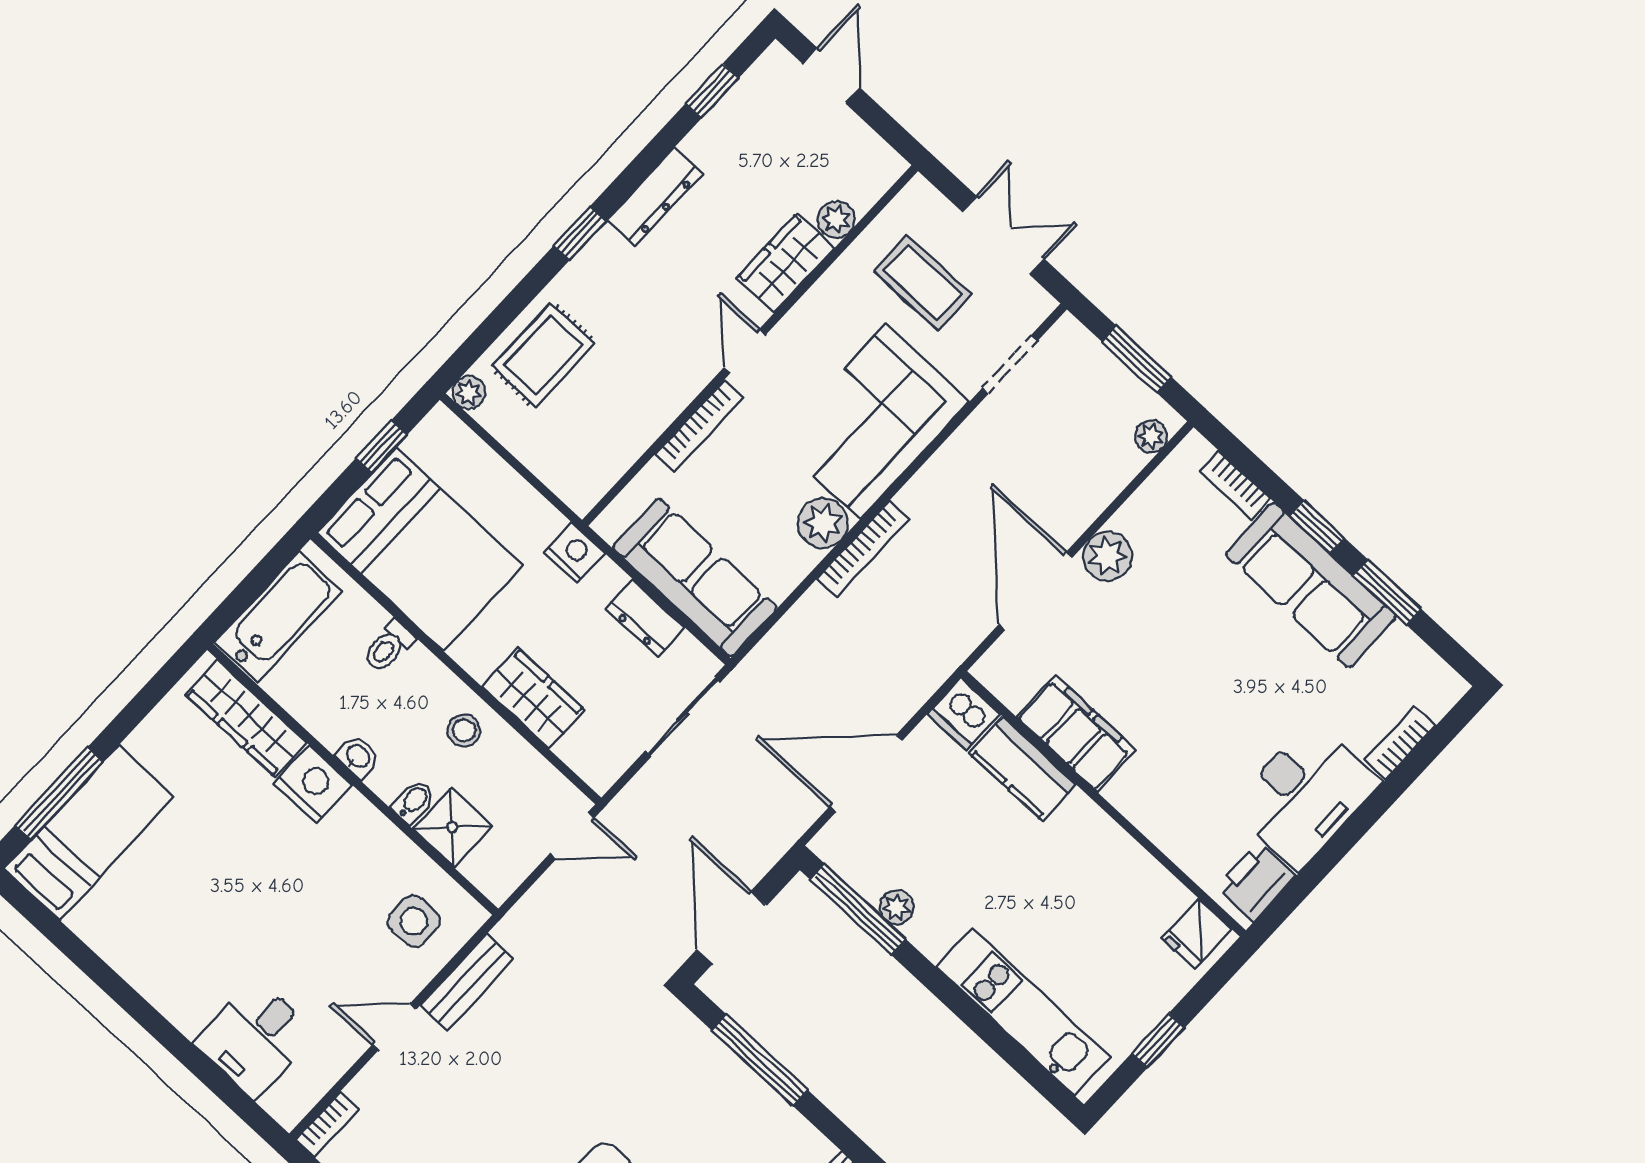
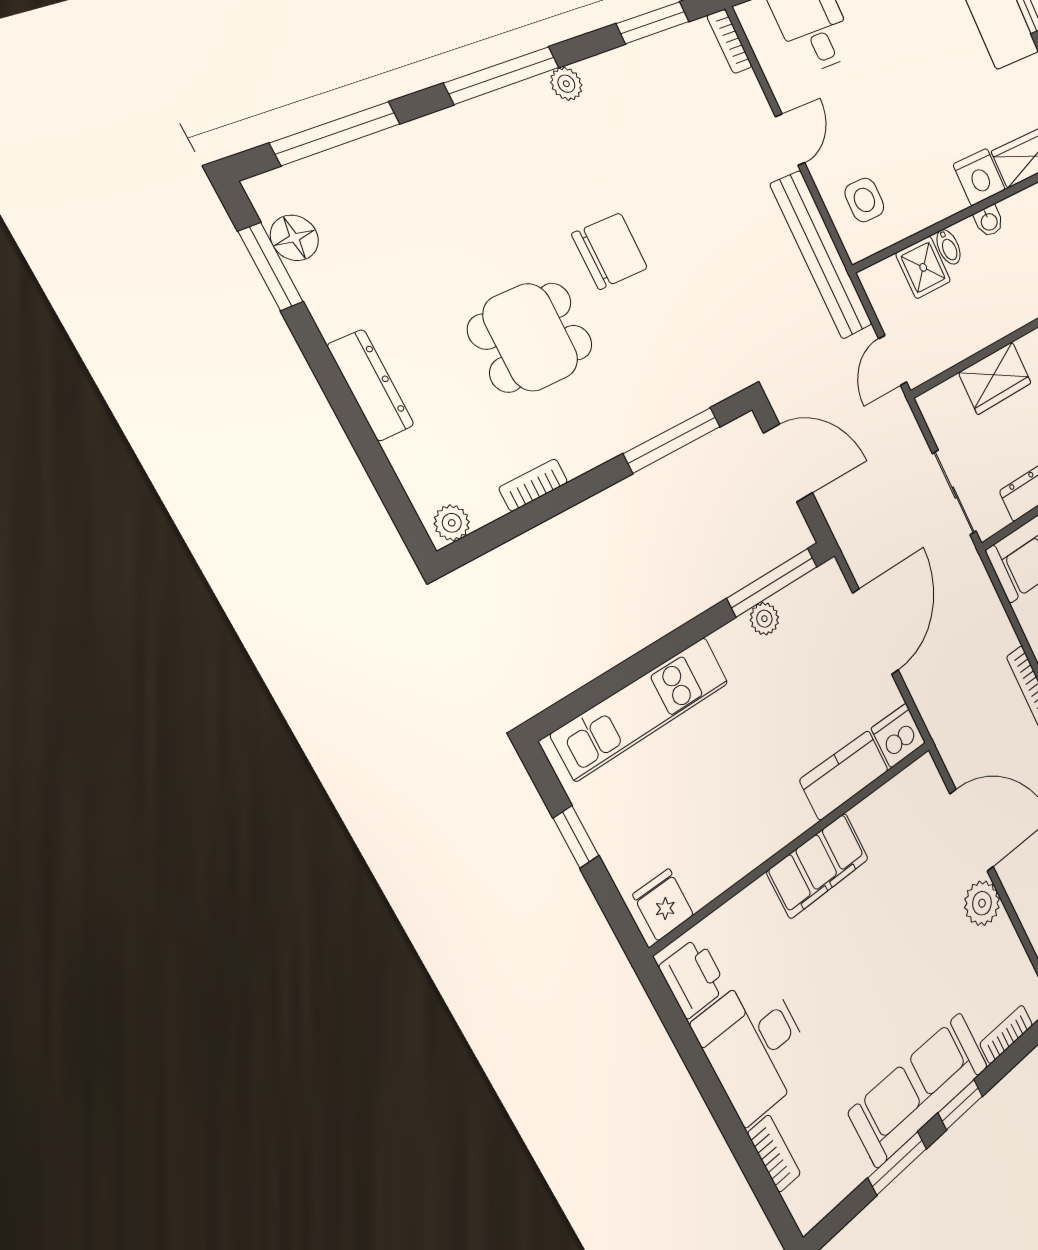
stool: (464, 731) -> (987, 312), removed
filing cabinet: (1076, 733) -> (818, 865), moved
bench: (467, 982) -> (821, 255), width x1.86, depth x1.21

